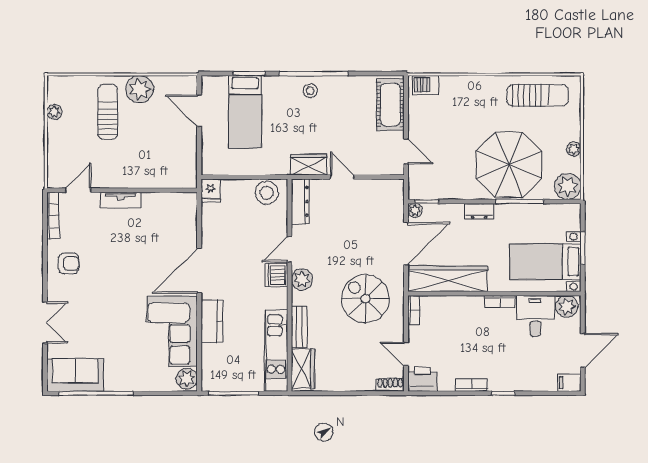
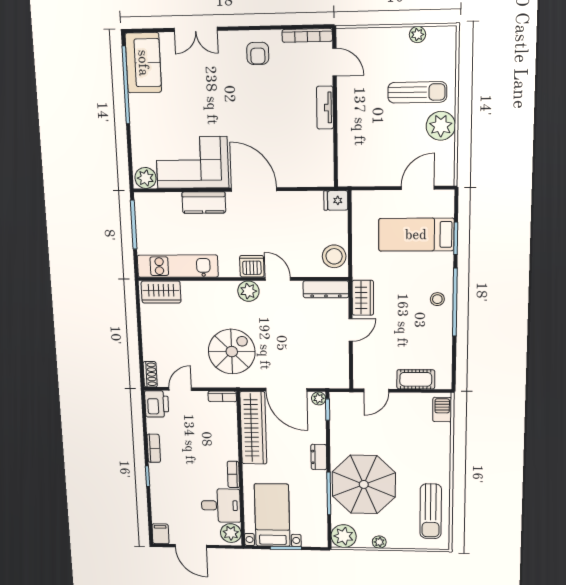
cot: (390, 105) -> (416, 379), width x0.73, depth x0.75
bench: (299, 327) -> (202, 288), removed

